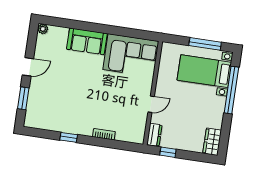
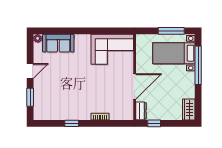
sofa: (87, 41) -> (58, 43), moved
door: (151, 104) -> (135, 86), width x1.88

